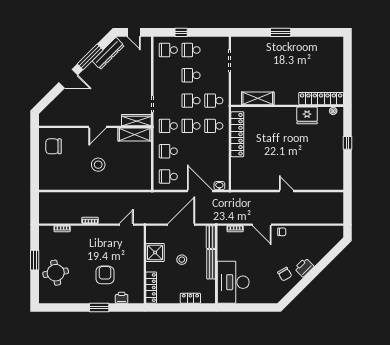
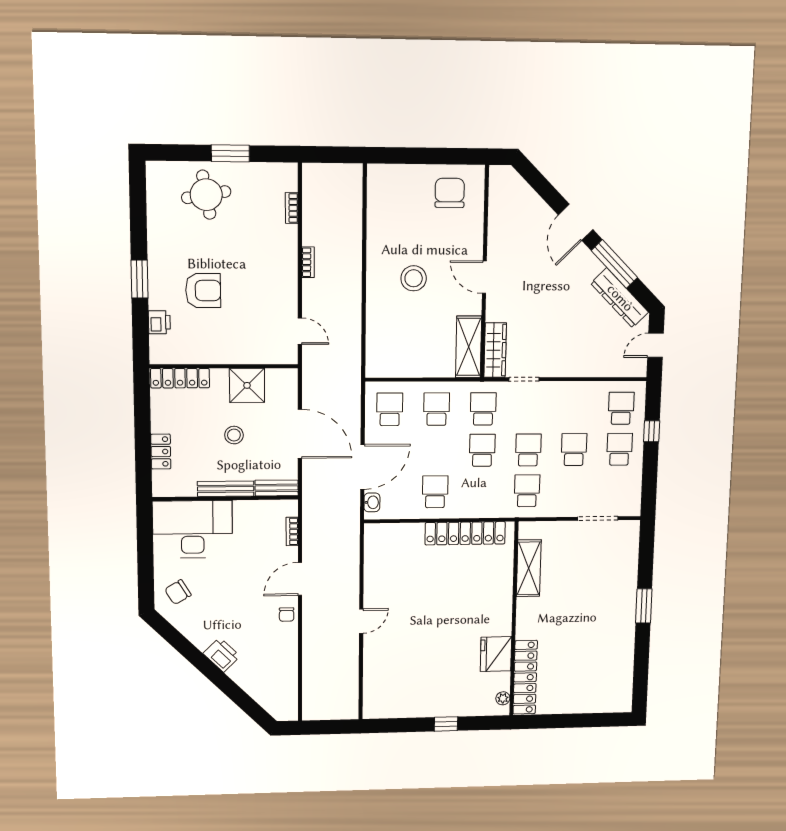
school desk: (214, 126) -> (435, 492), moved
chair: (285, 274) -> (178, 592), moved

